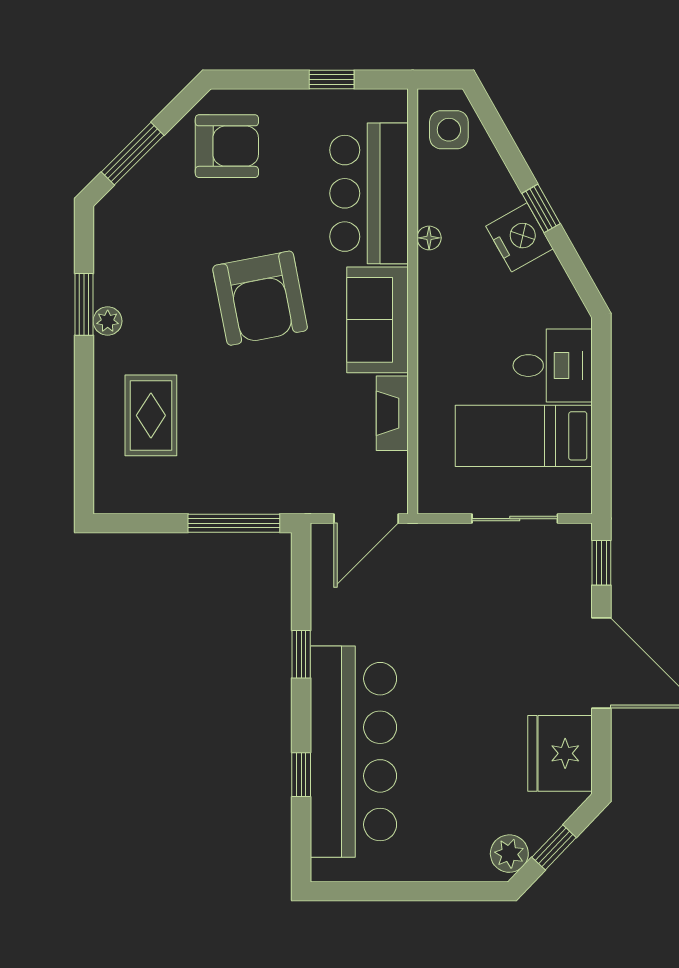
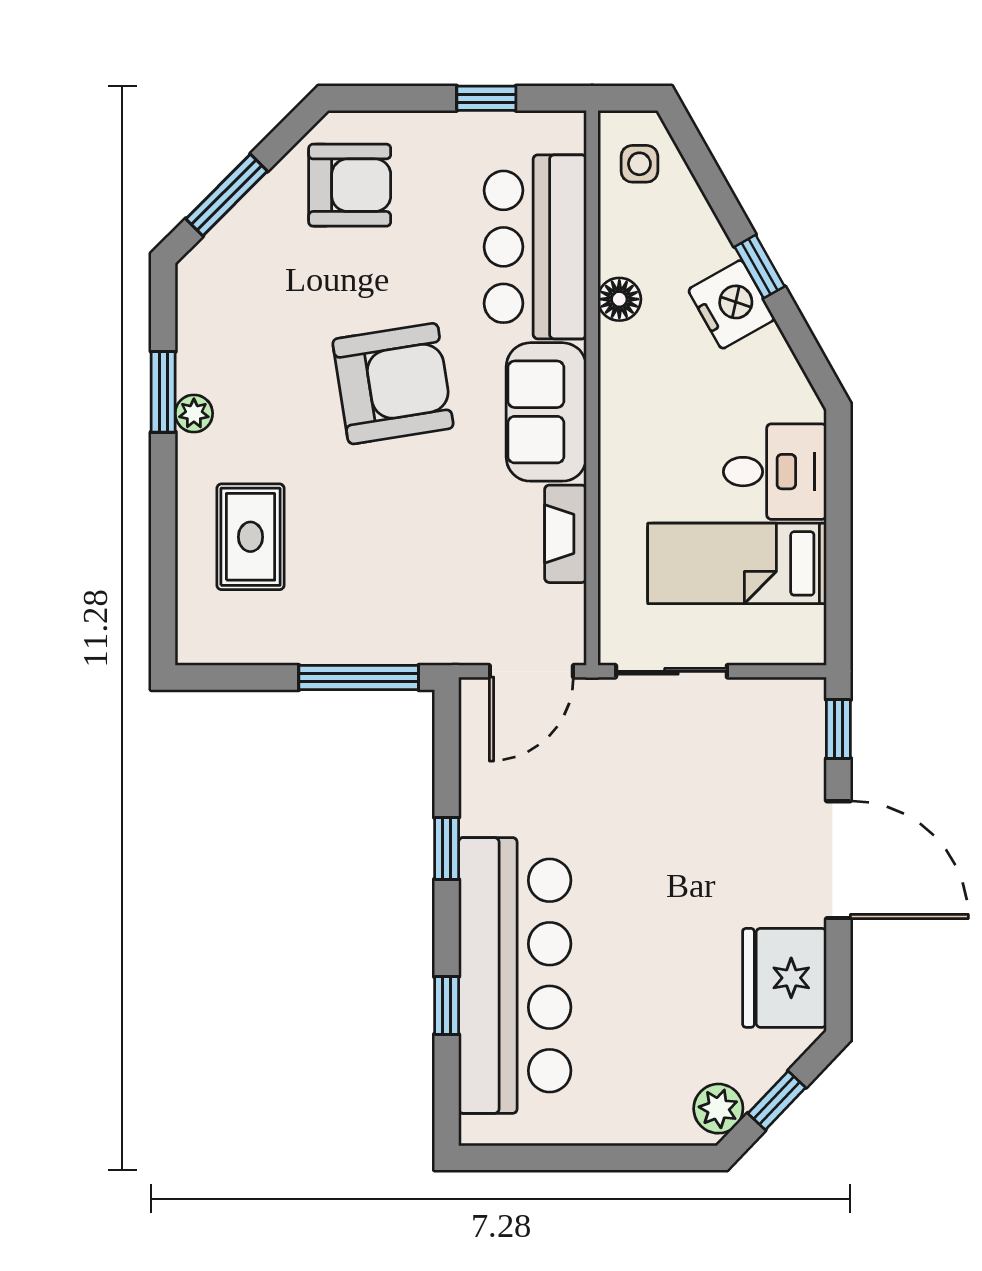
side table: (449, 130) -> (639, 164), width x0.73, depth x0.73
floor lamp: (429, 238) -> (619, 299), width x1.37, depth x1.37
armchair: (260, 298) -> (393, 384), turned -88
sliding door: (515, 519) -> (671, 671), moved

